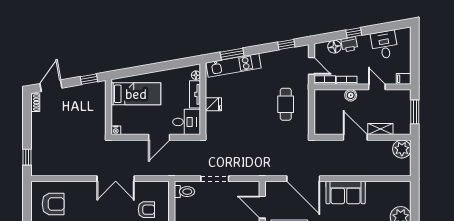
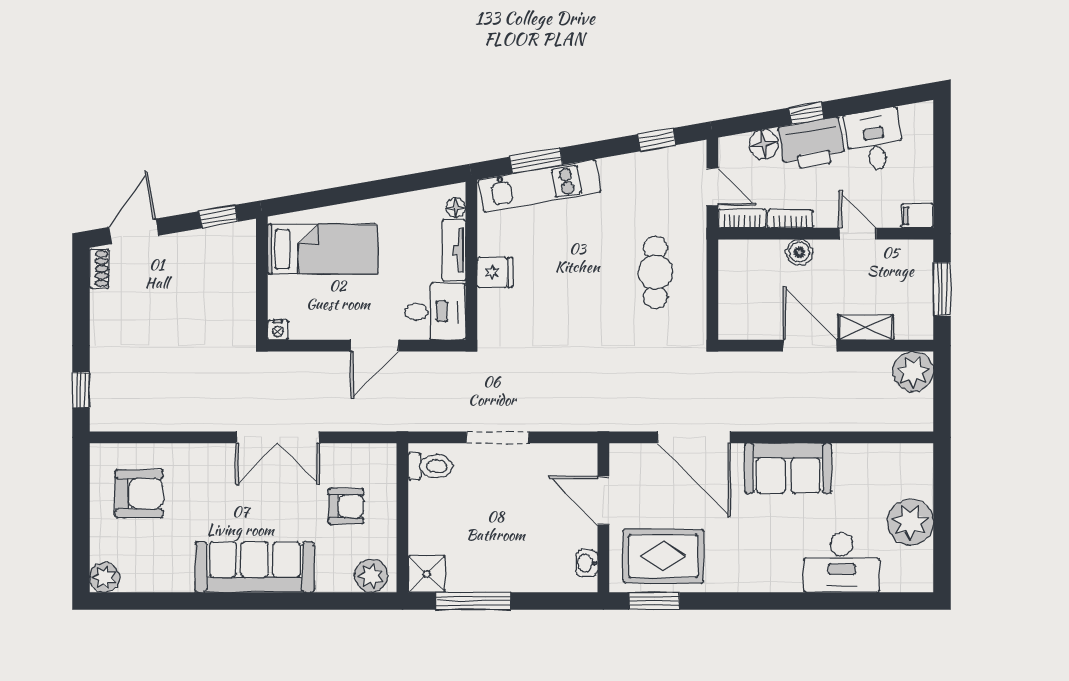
printer: (349, 44) -> (812, 144), width x1.87, depth x1.48

